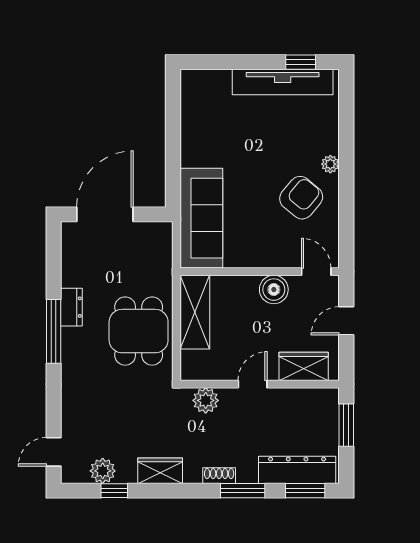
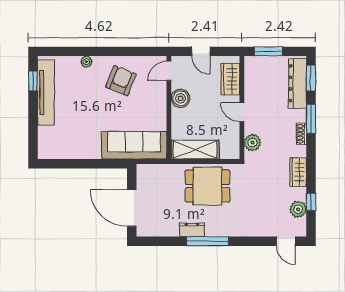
plant: (330, 164) -> (86, 62), moved
armchair: (301, 198) -> (121, 81), turned 72

